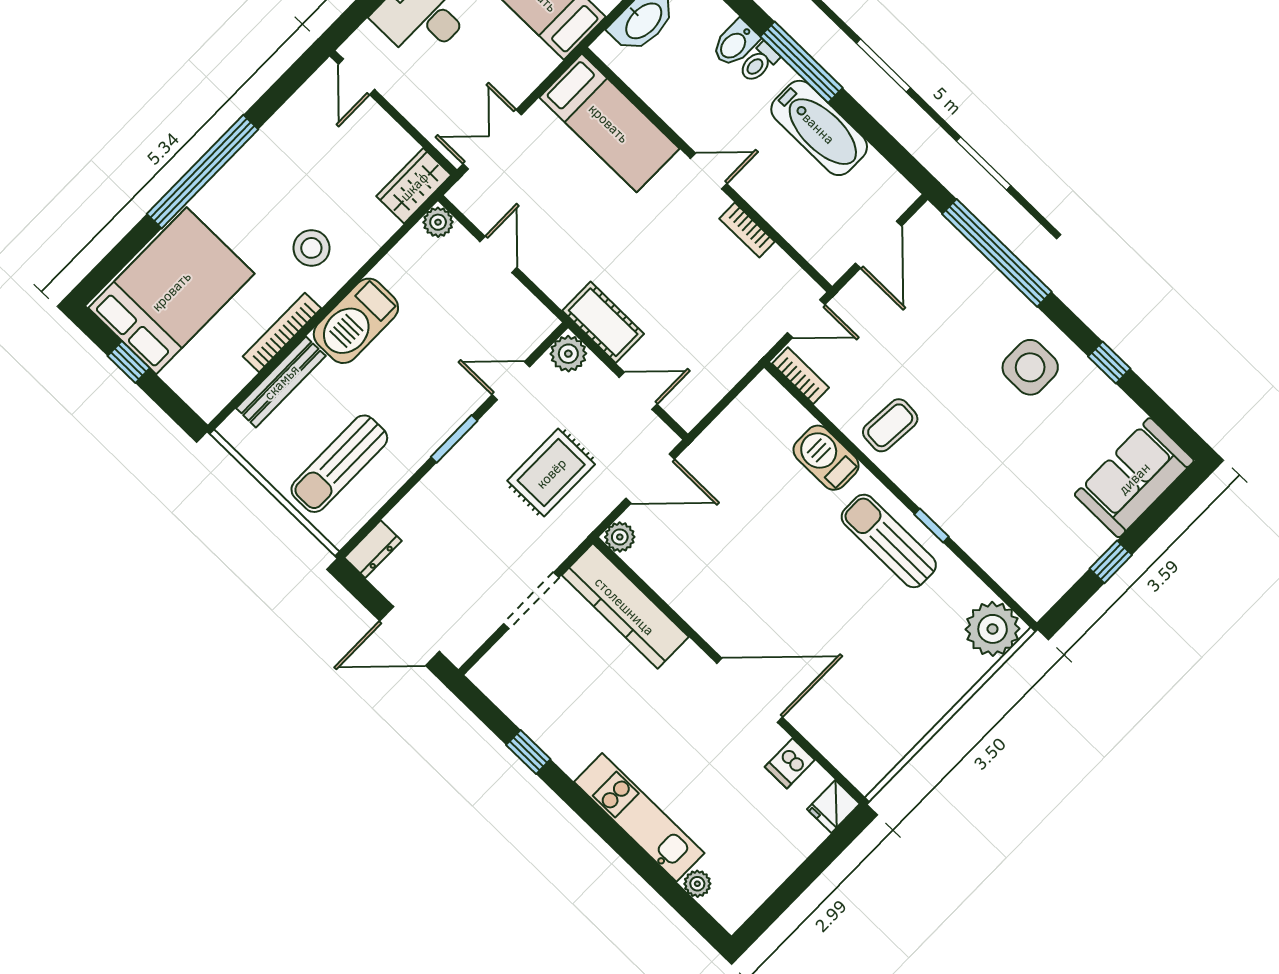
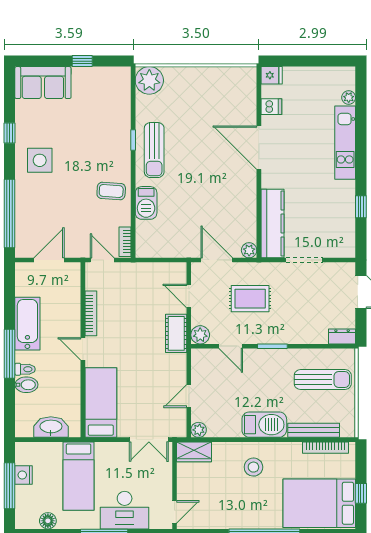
bookcase: (747, 230) -> (91, 313), width x1.56
bookcase: (282, 332) -> (326, 448), moved

